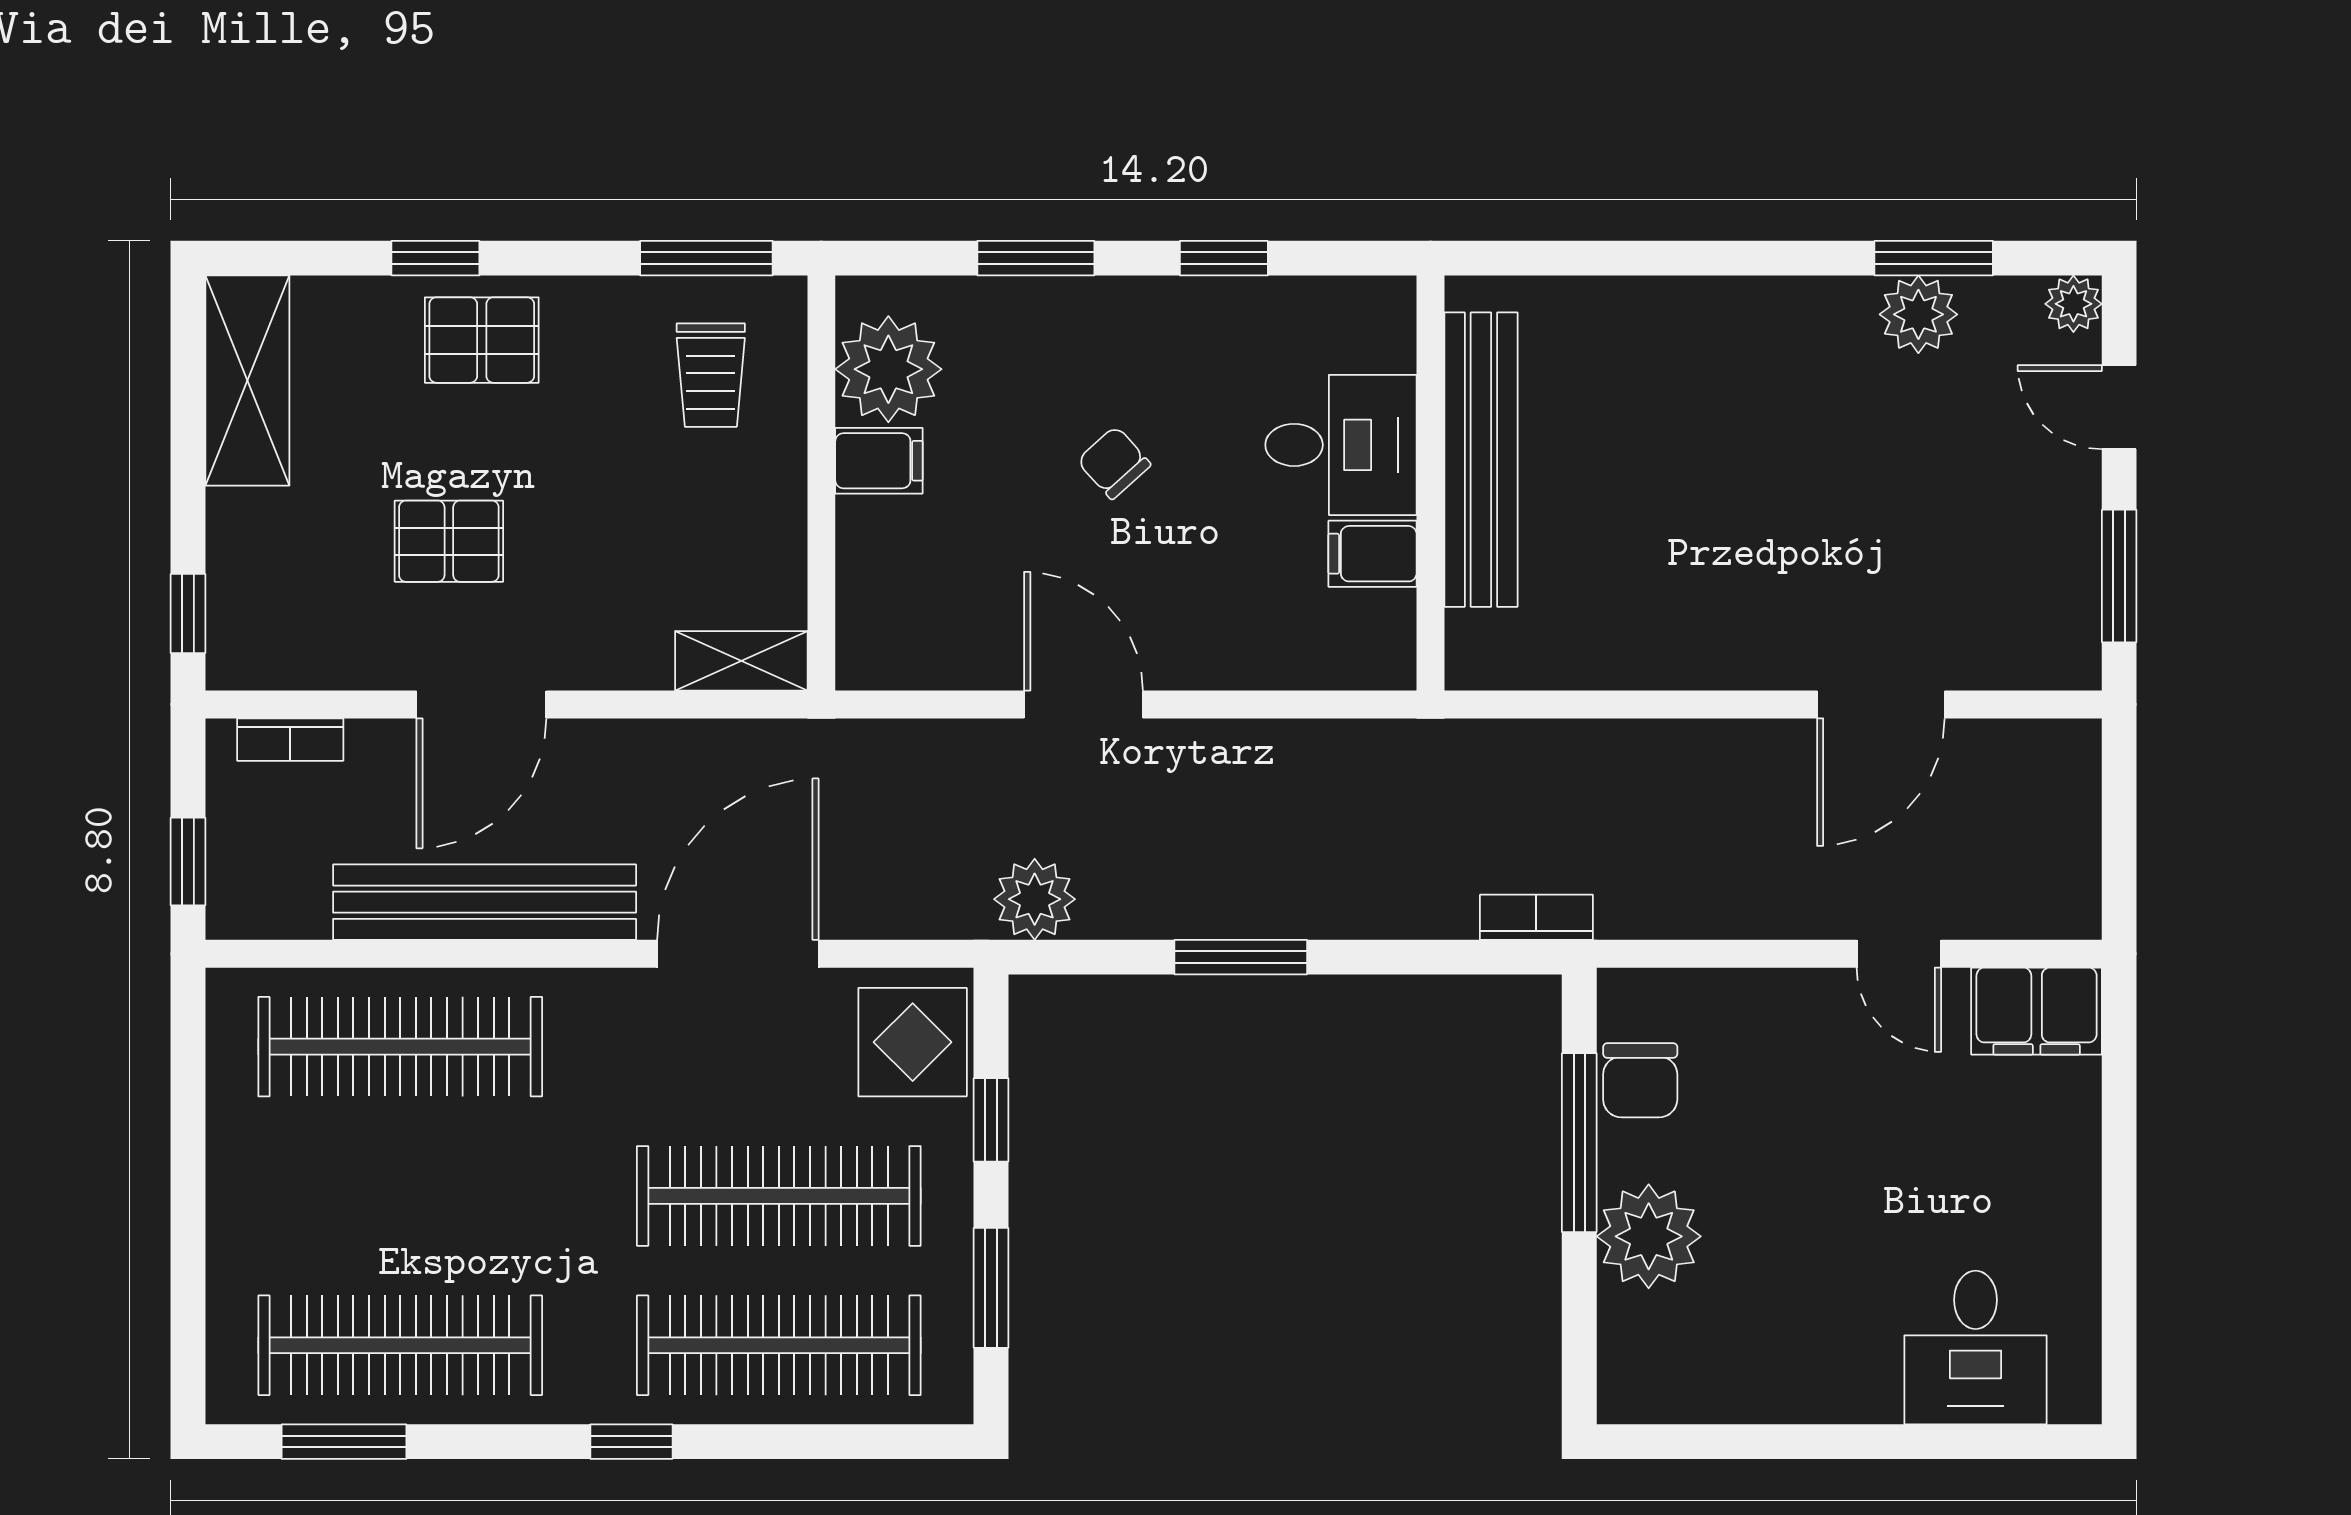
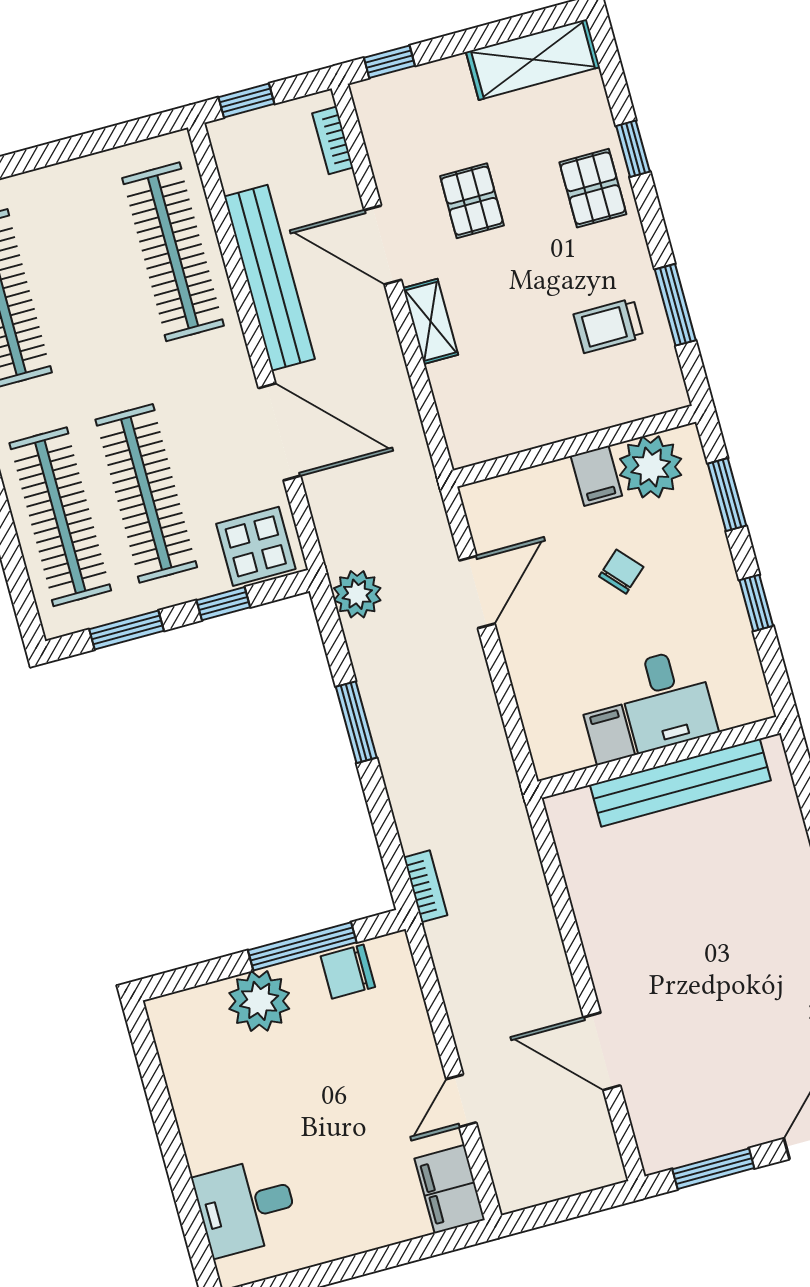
plant: (888, 369) -> (651, 467), moved
filing cabinet: (879, 461) -> (596, 476), moved
wall: (821, 483) -> (575, 446), moved
shelving: (741, 661) -> (431, 321), moved

